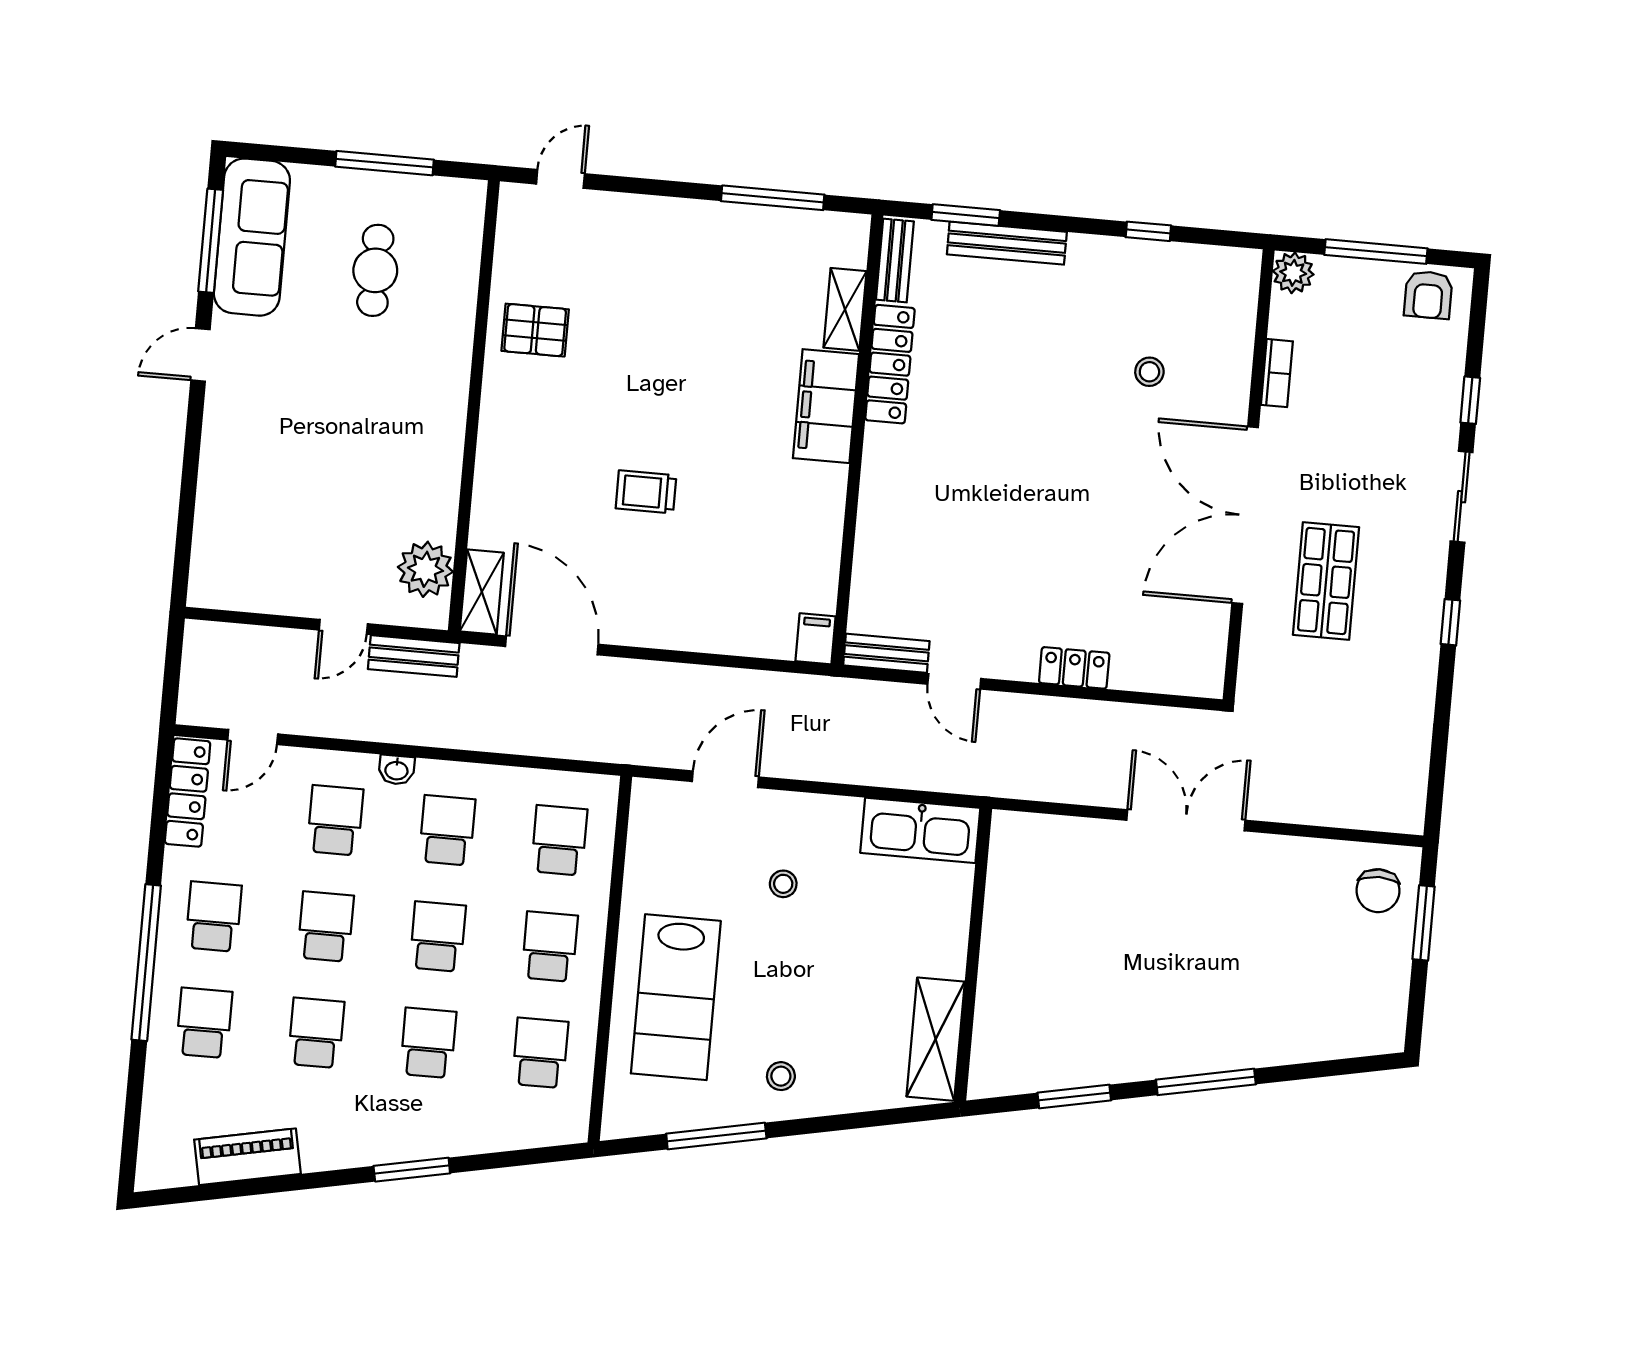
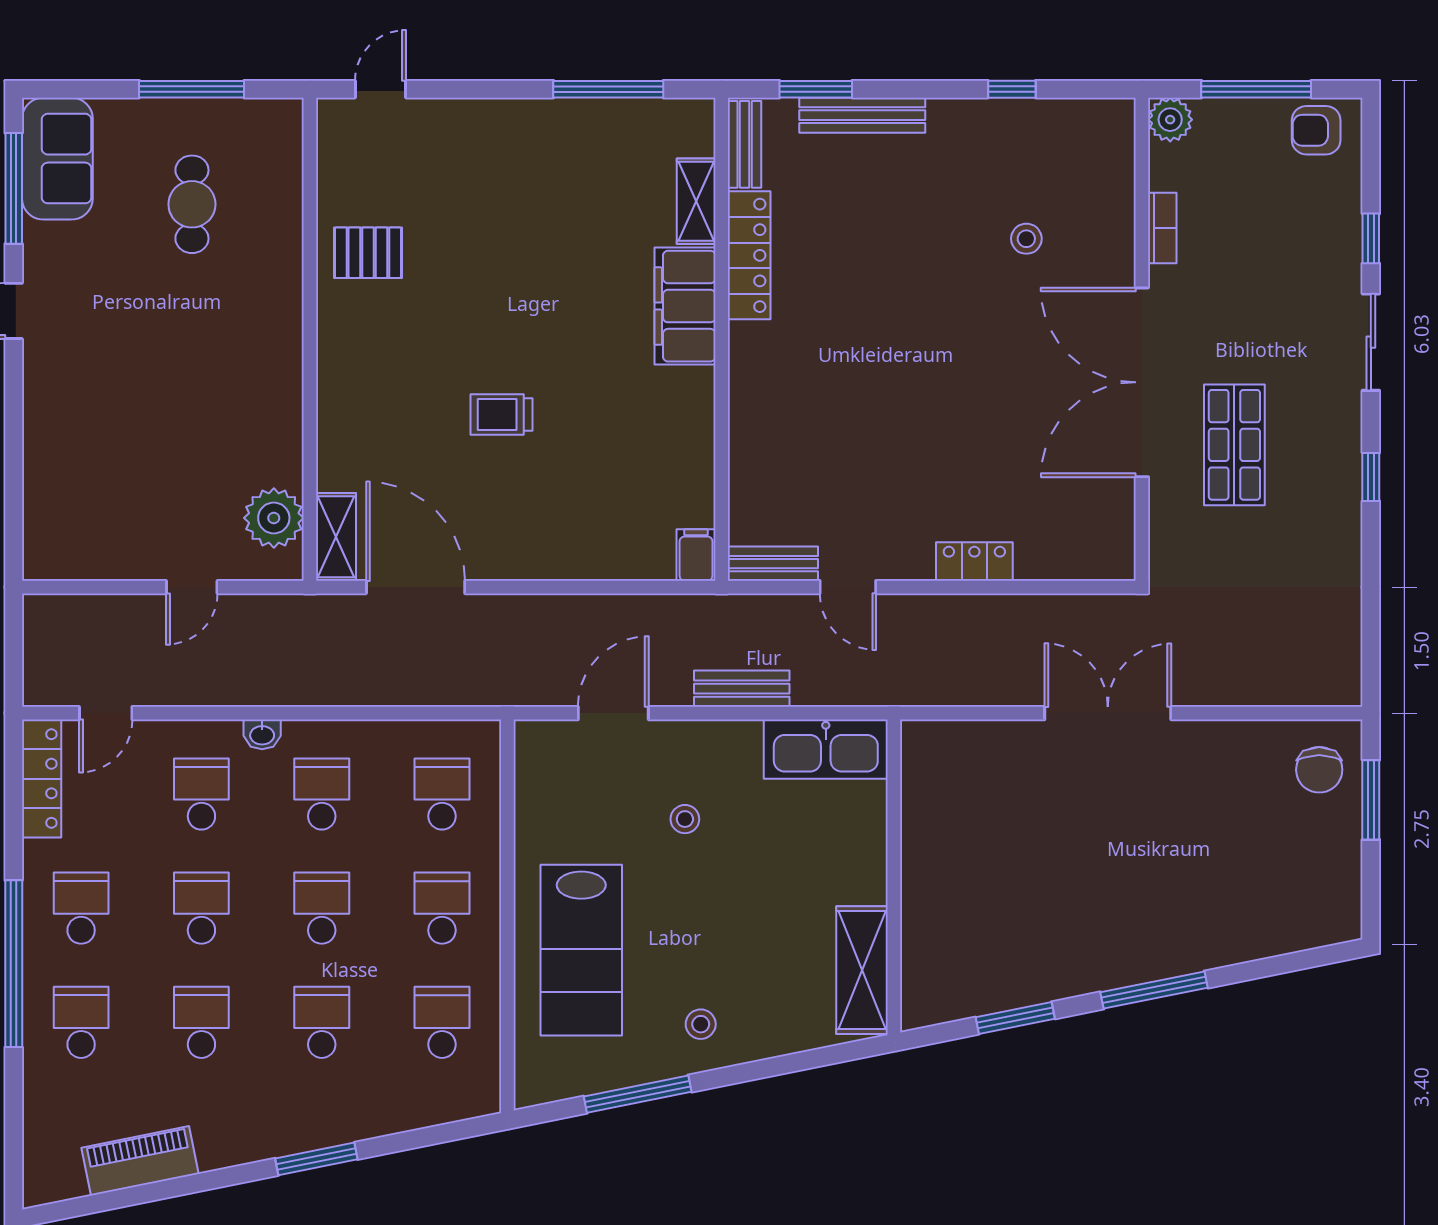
sofa: (252, 237) -> (57, 159), width x0.73
armchair: (1428, 295) -> (1316, 130), turned 90
bench: (414, 656) -> (742, 689), moved

